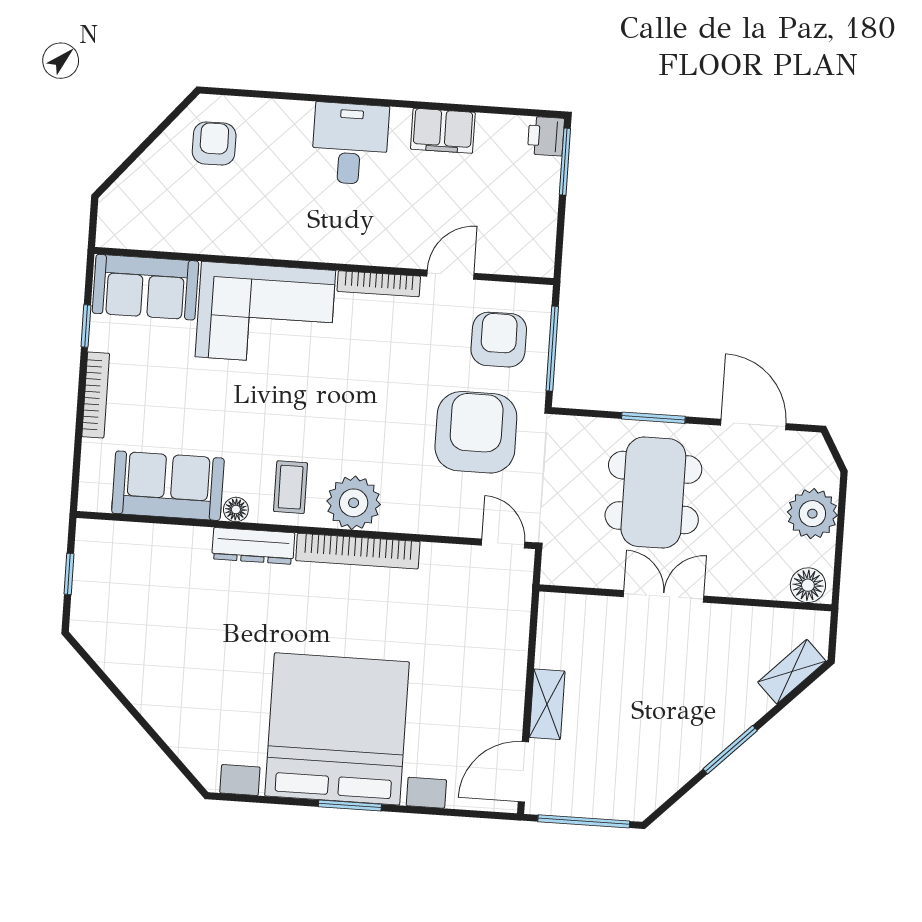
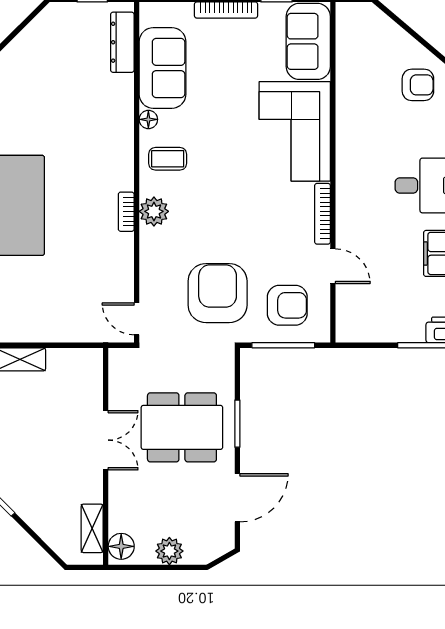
armchair: (476, 432) -> (218, 293), turned -90
plant: (354, 503) -> (154, 211), width x0.73, depth x0.73
plant: (812, 514) -> (169, 551), width x0.73, depth x0.73
door: (503, 544) -> (137, 319), swing flipped
dresser: (253, 546) -> (122, 42), moved
bookcase: (358, 551) -> (126, 212), width x0.43, depth x0.76
shelving: (792, 672) -> (92, 528), moved, turned 45

